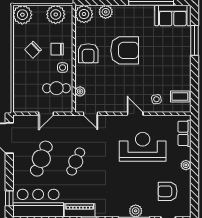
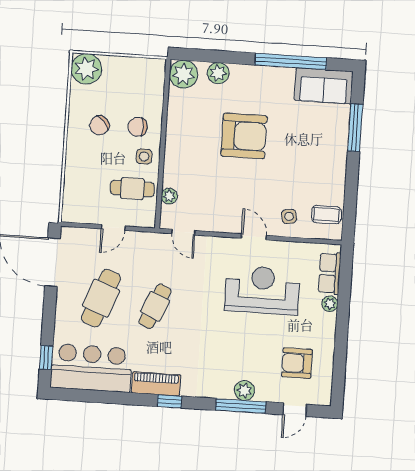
plant: (56, 14) -> (139, 72), removed
armchair: (88, 53) -> (186, 137), removed
plant: (186, 165) -> (330, 304), moved

